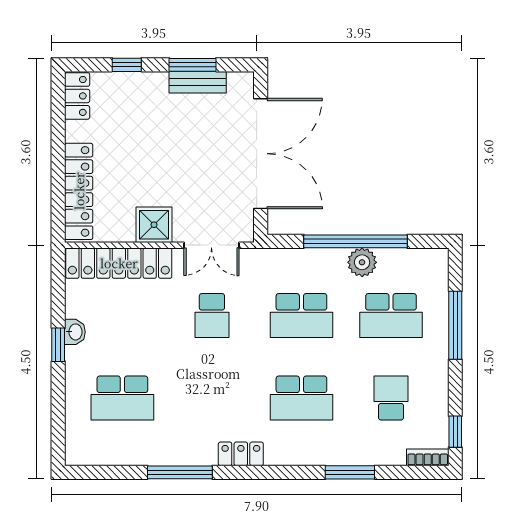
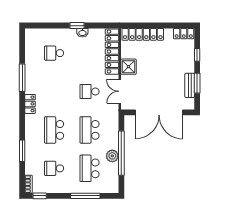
school desk: (122, 398) -> (54, 53), width x0.54
school desk: (391, 398) -> (54, 168), turned 180

